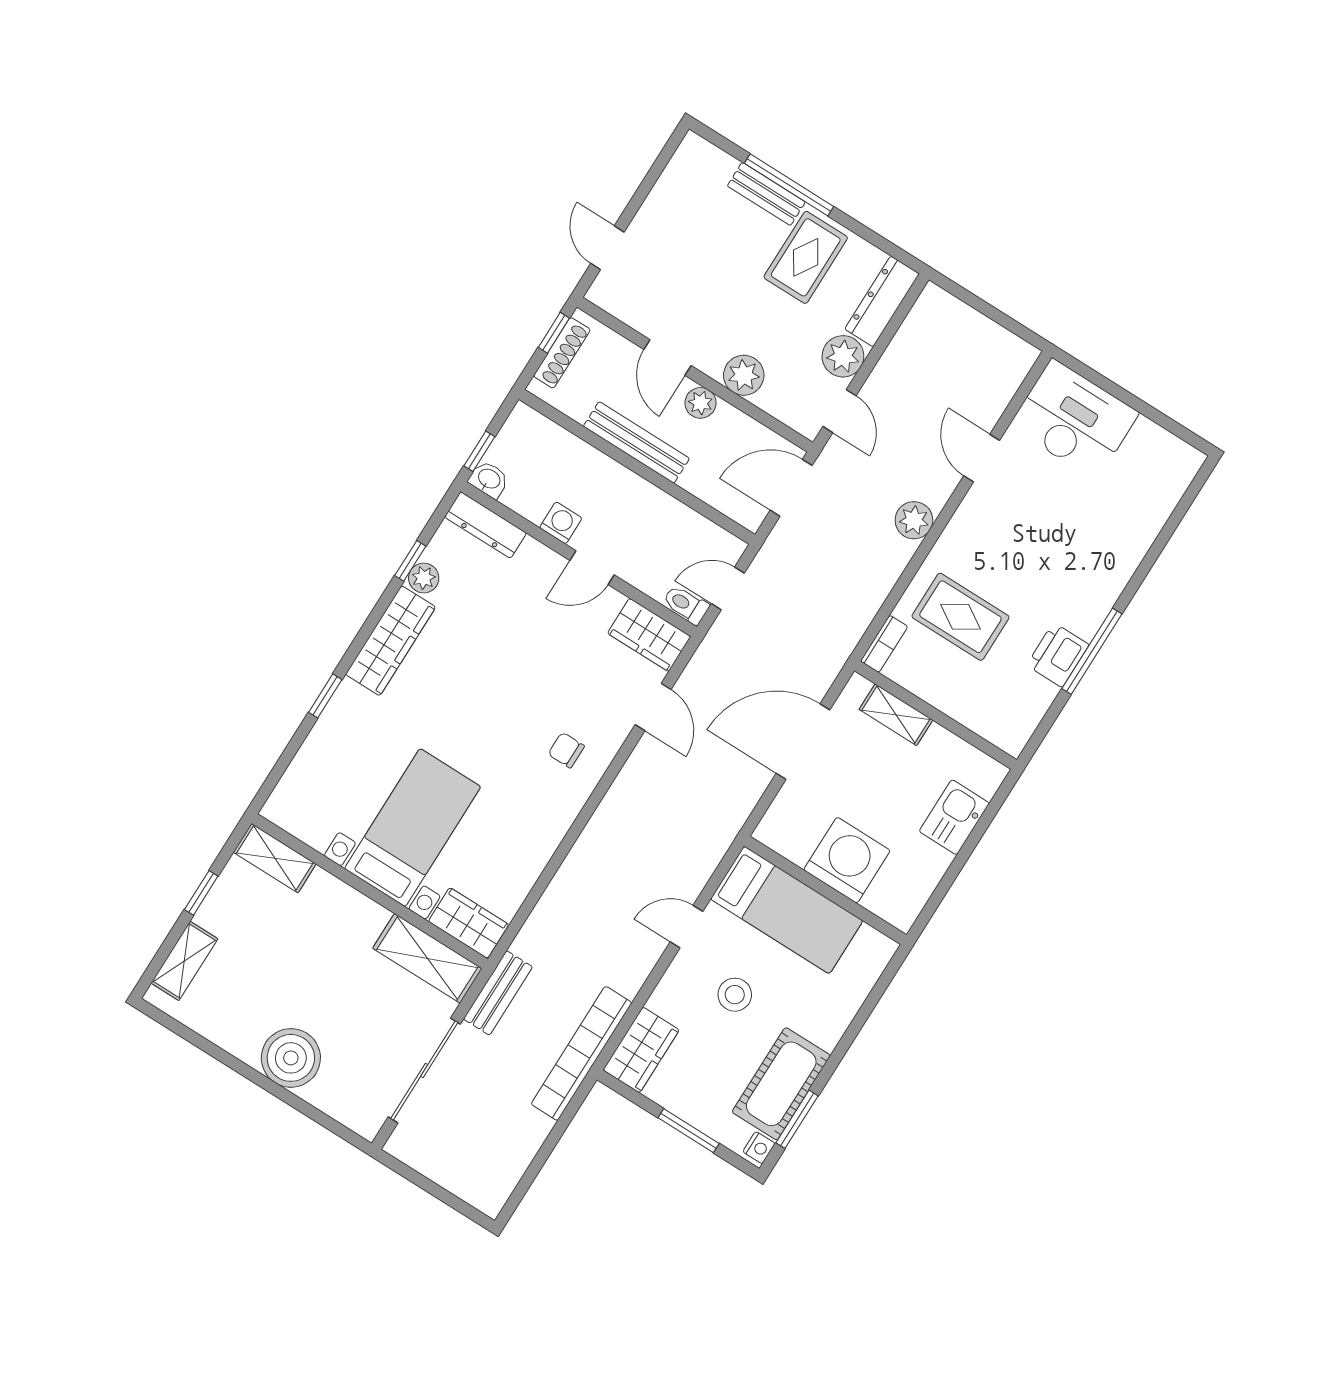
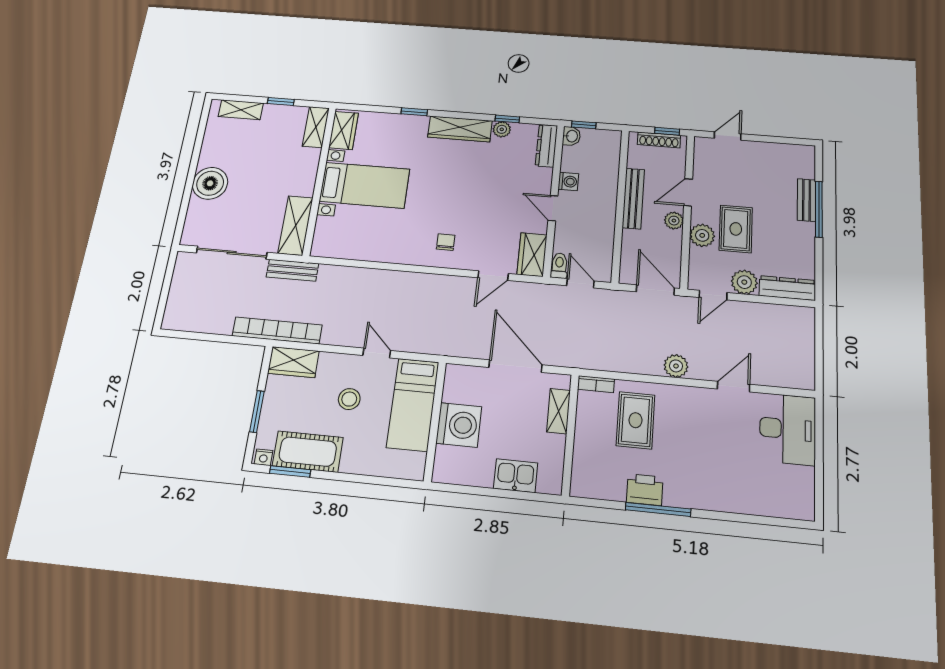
rug: (806, 257) -> (736, 229), moved, turned 90
wardrobe: (469, 923) -> (343, 130), moved

